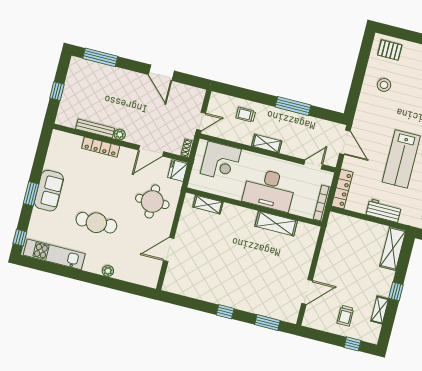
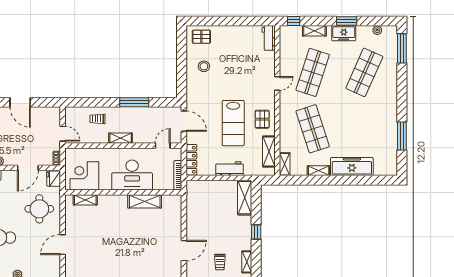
door: (201, 121) -> (63, 134), hinge flipped
corner desk: (221, 161) -> (84, 176), moved, turned 180
shelving: (380, 310) -> (247, 262), moved

